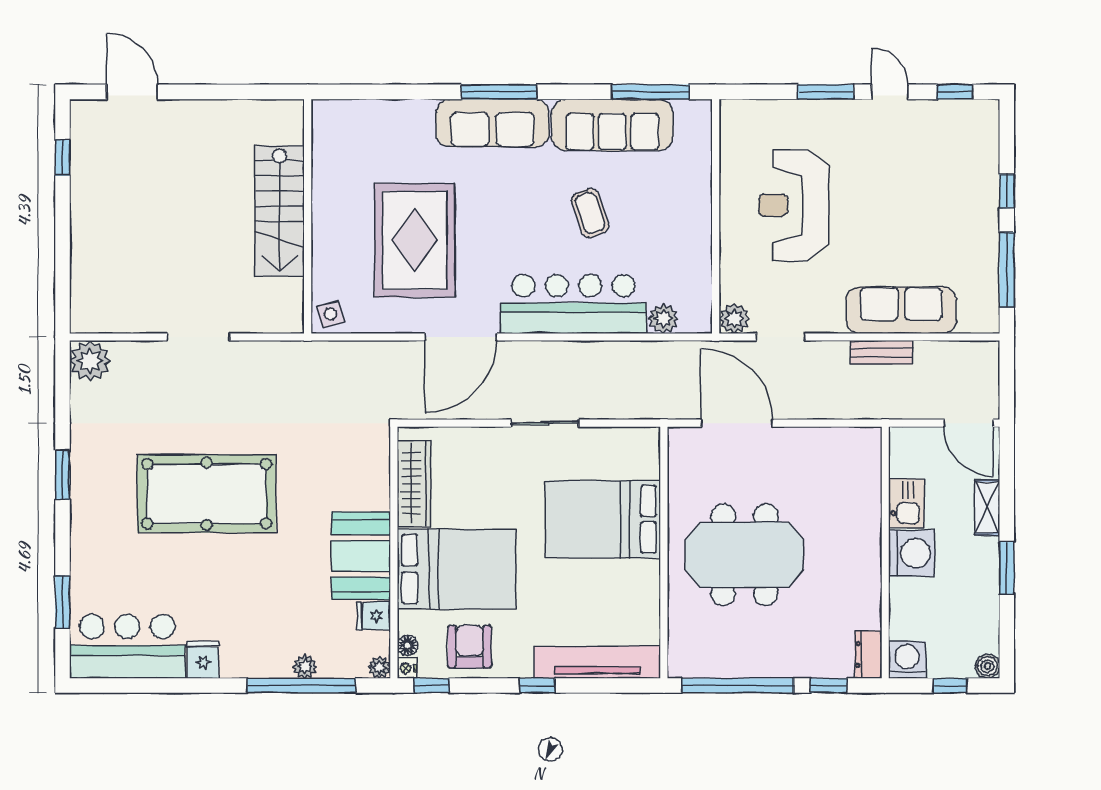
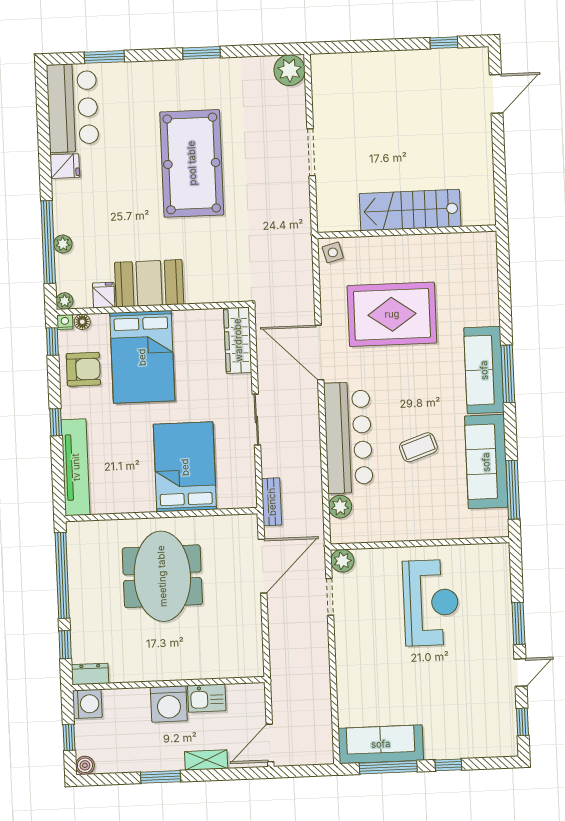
reception desk: (794, 205) -> (431, 603), turned 90
sofa: (901, 310) -> (381, 744), moved, turned -90
bench: (881, 352) -> (272, 502), moved
wardrobe: (414, 484) -> (238, 340), moved, turned 90

